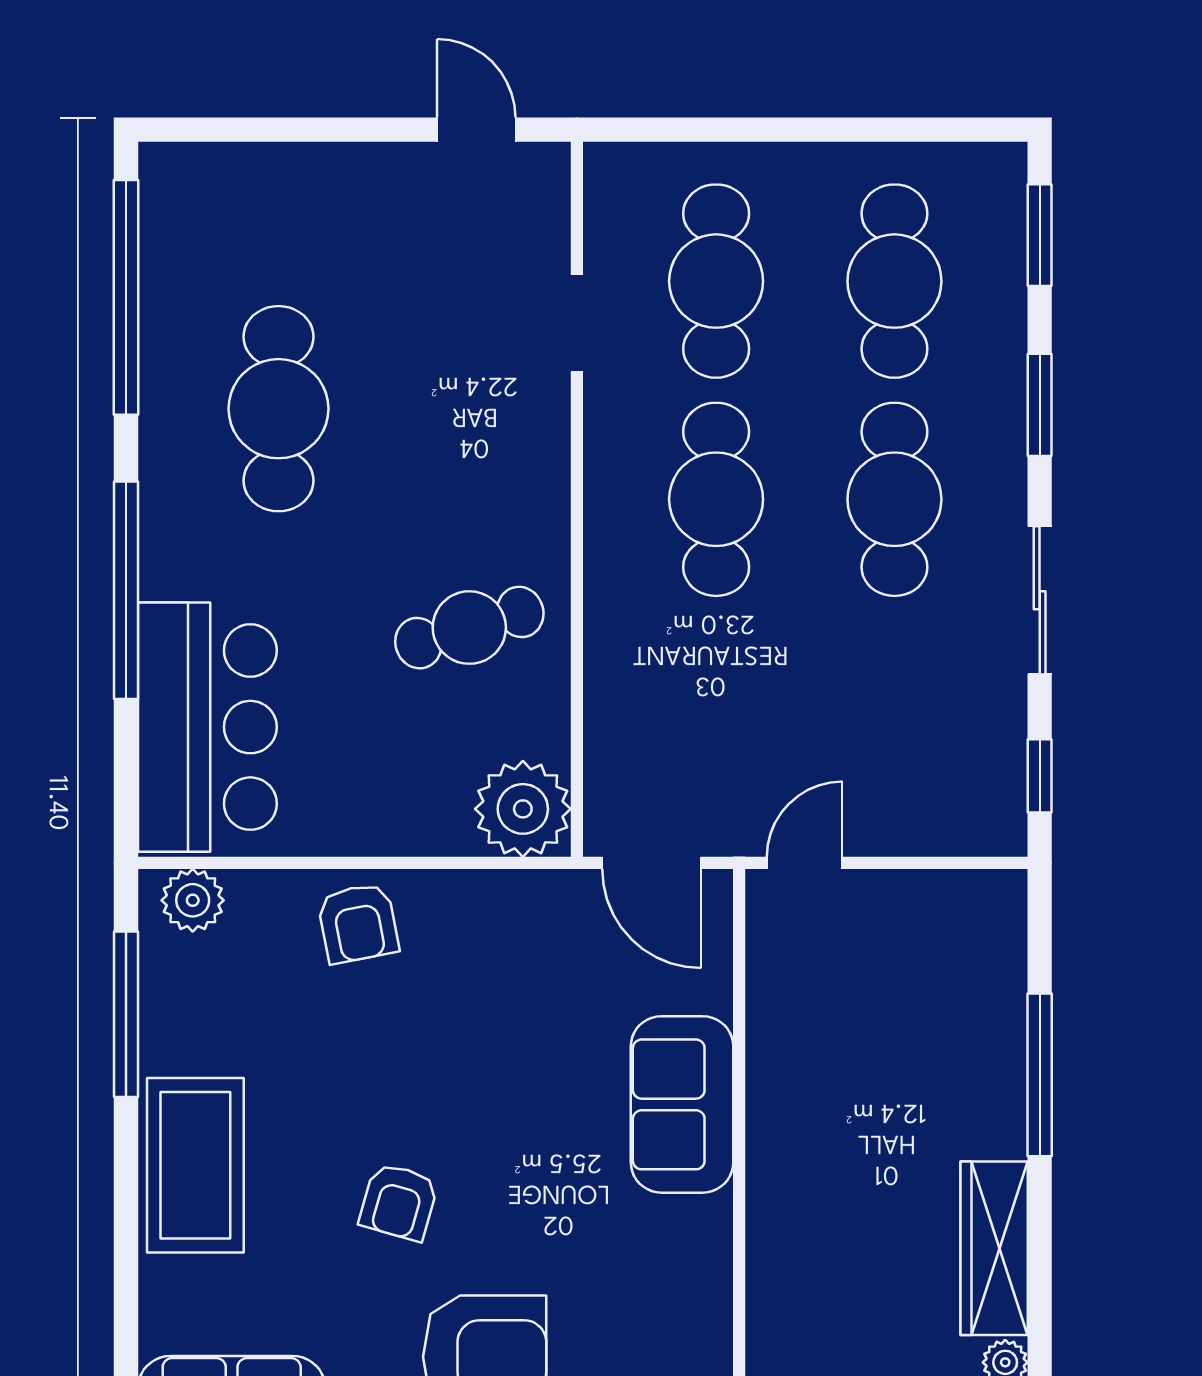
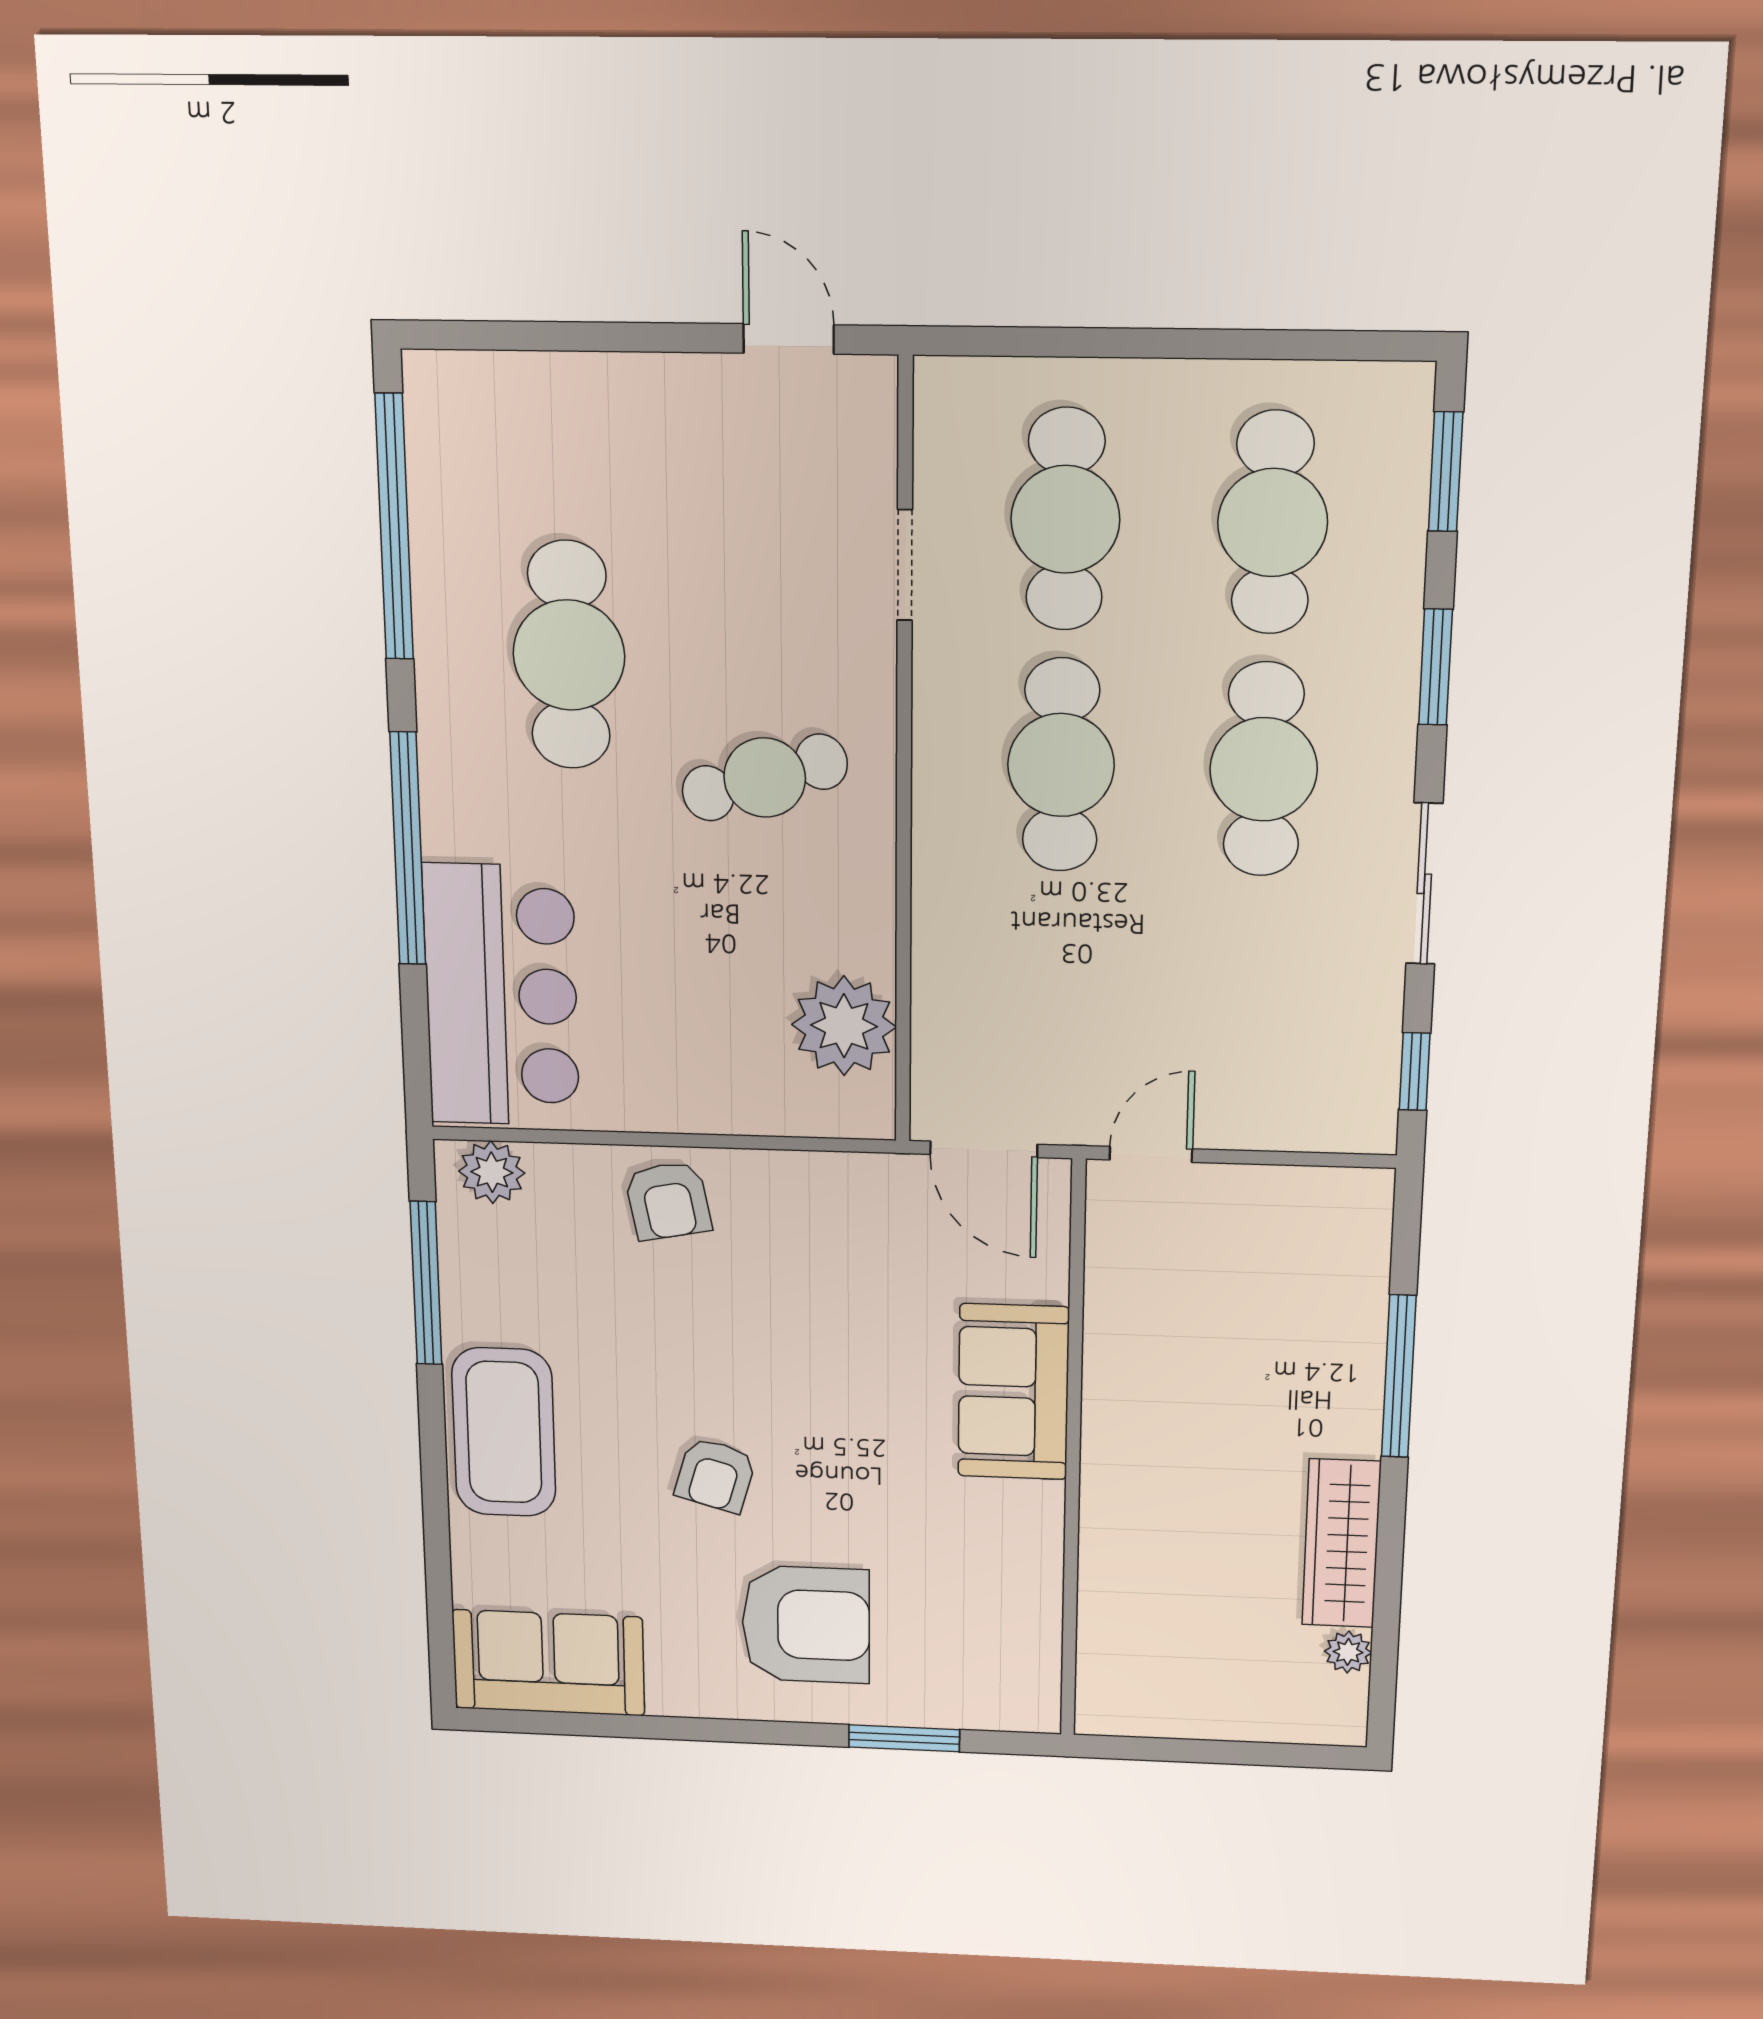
cafe table: (469, 628) -> (765, 778), moved
plant: (523, 809) -> (844, 1026), moved

